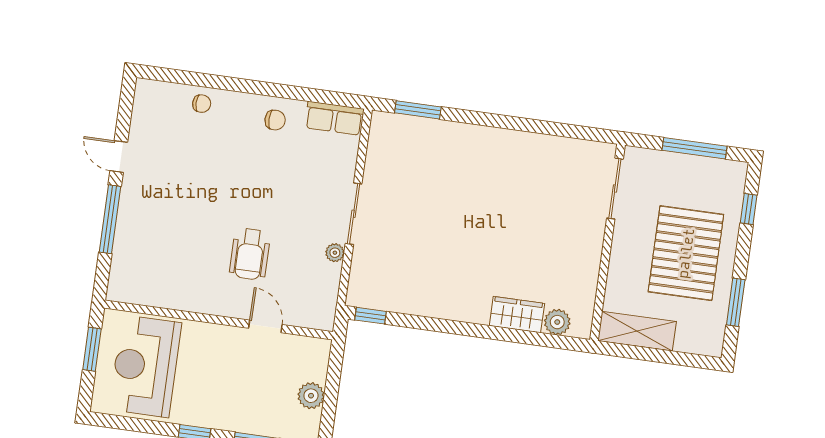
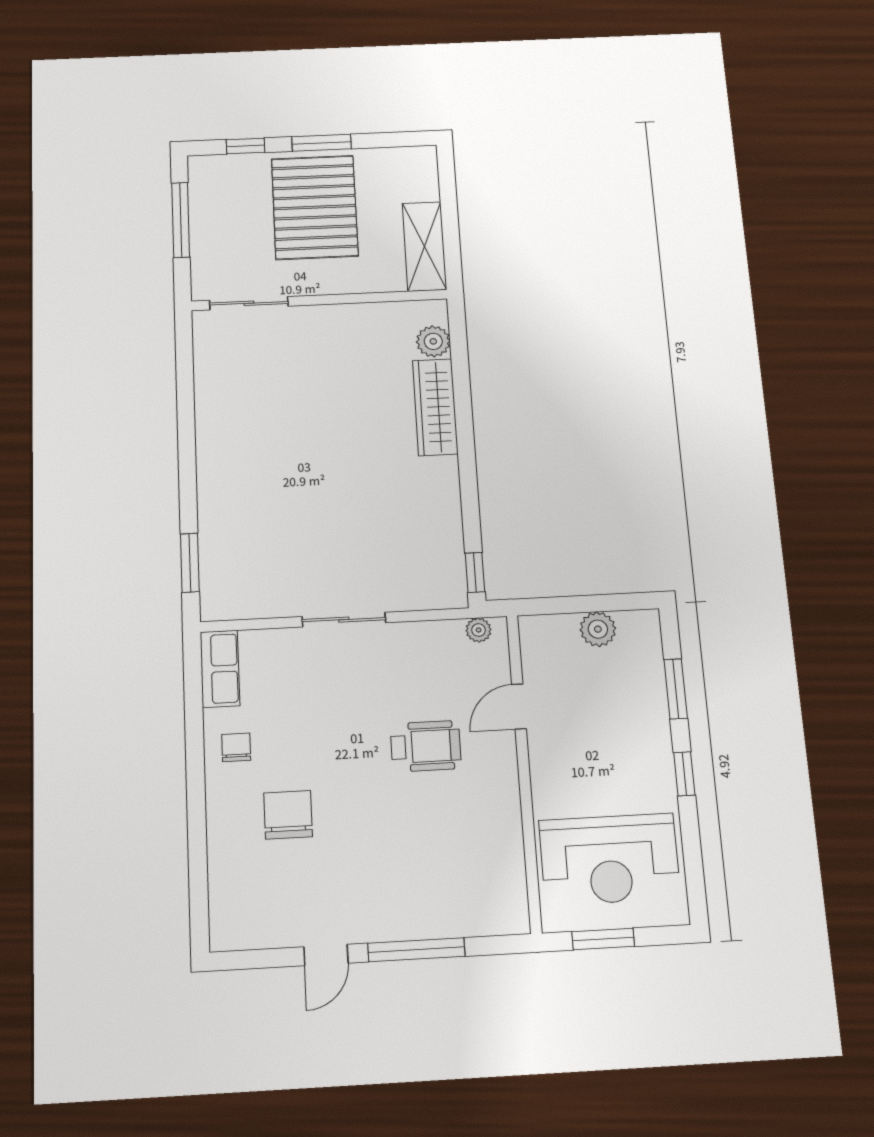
chair: (202, 104) -> (288, 815), moved, width x1.87, depth x1.87
plant: (335, 253) -> (479, 630), moved
pallet: (686, 253) -> (315, 207), turned 90
window: (736, 302) -> (322, 143), moved
wardrobe: (517, 315) -> (435, 407), width x1.50

